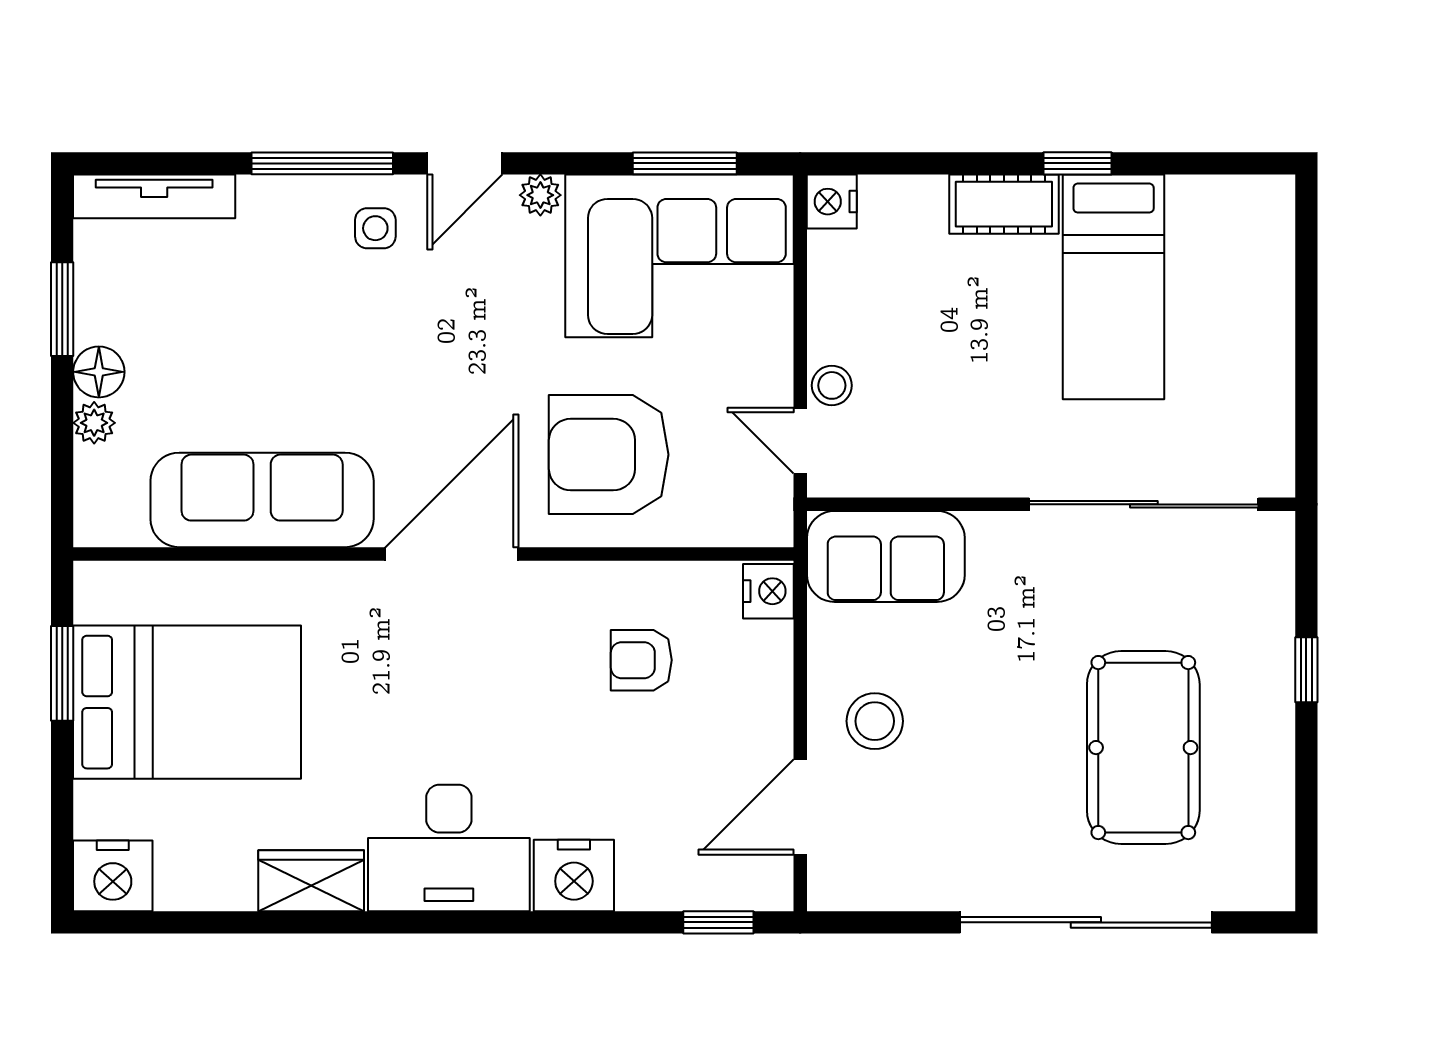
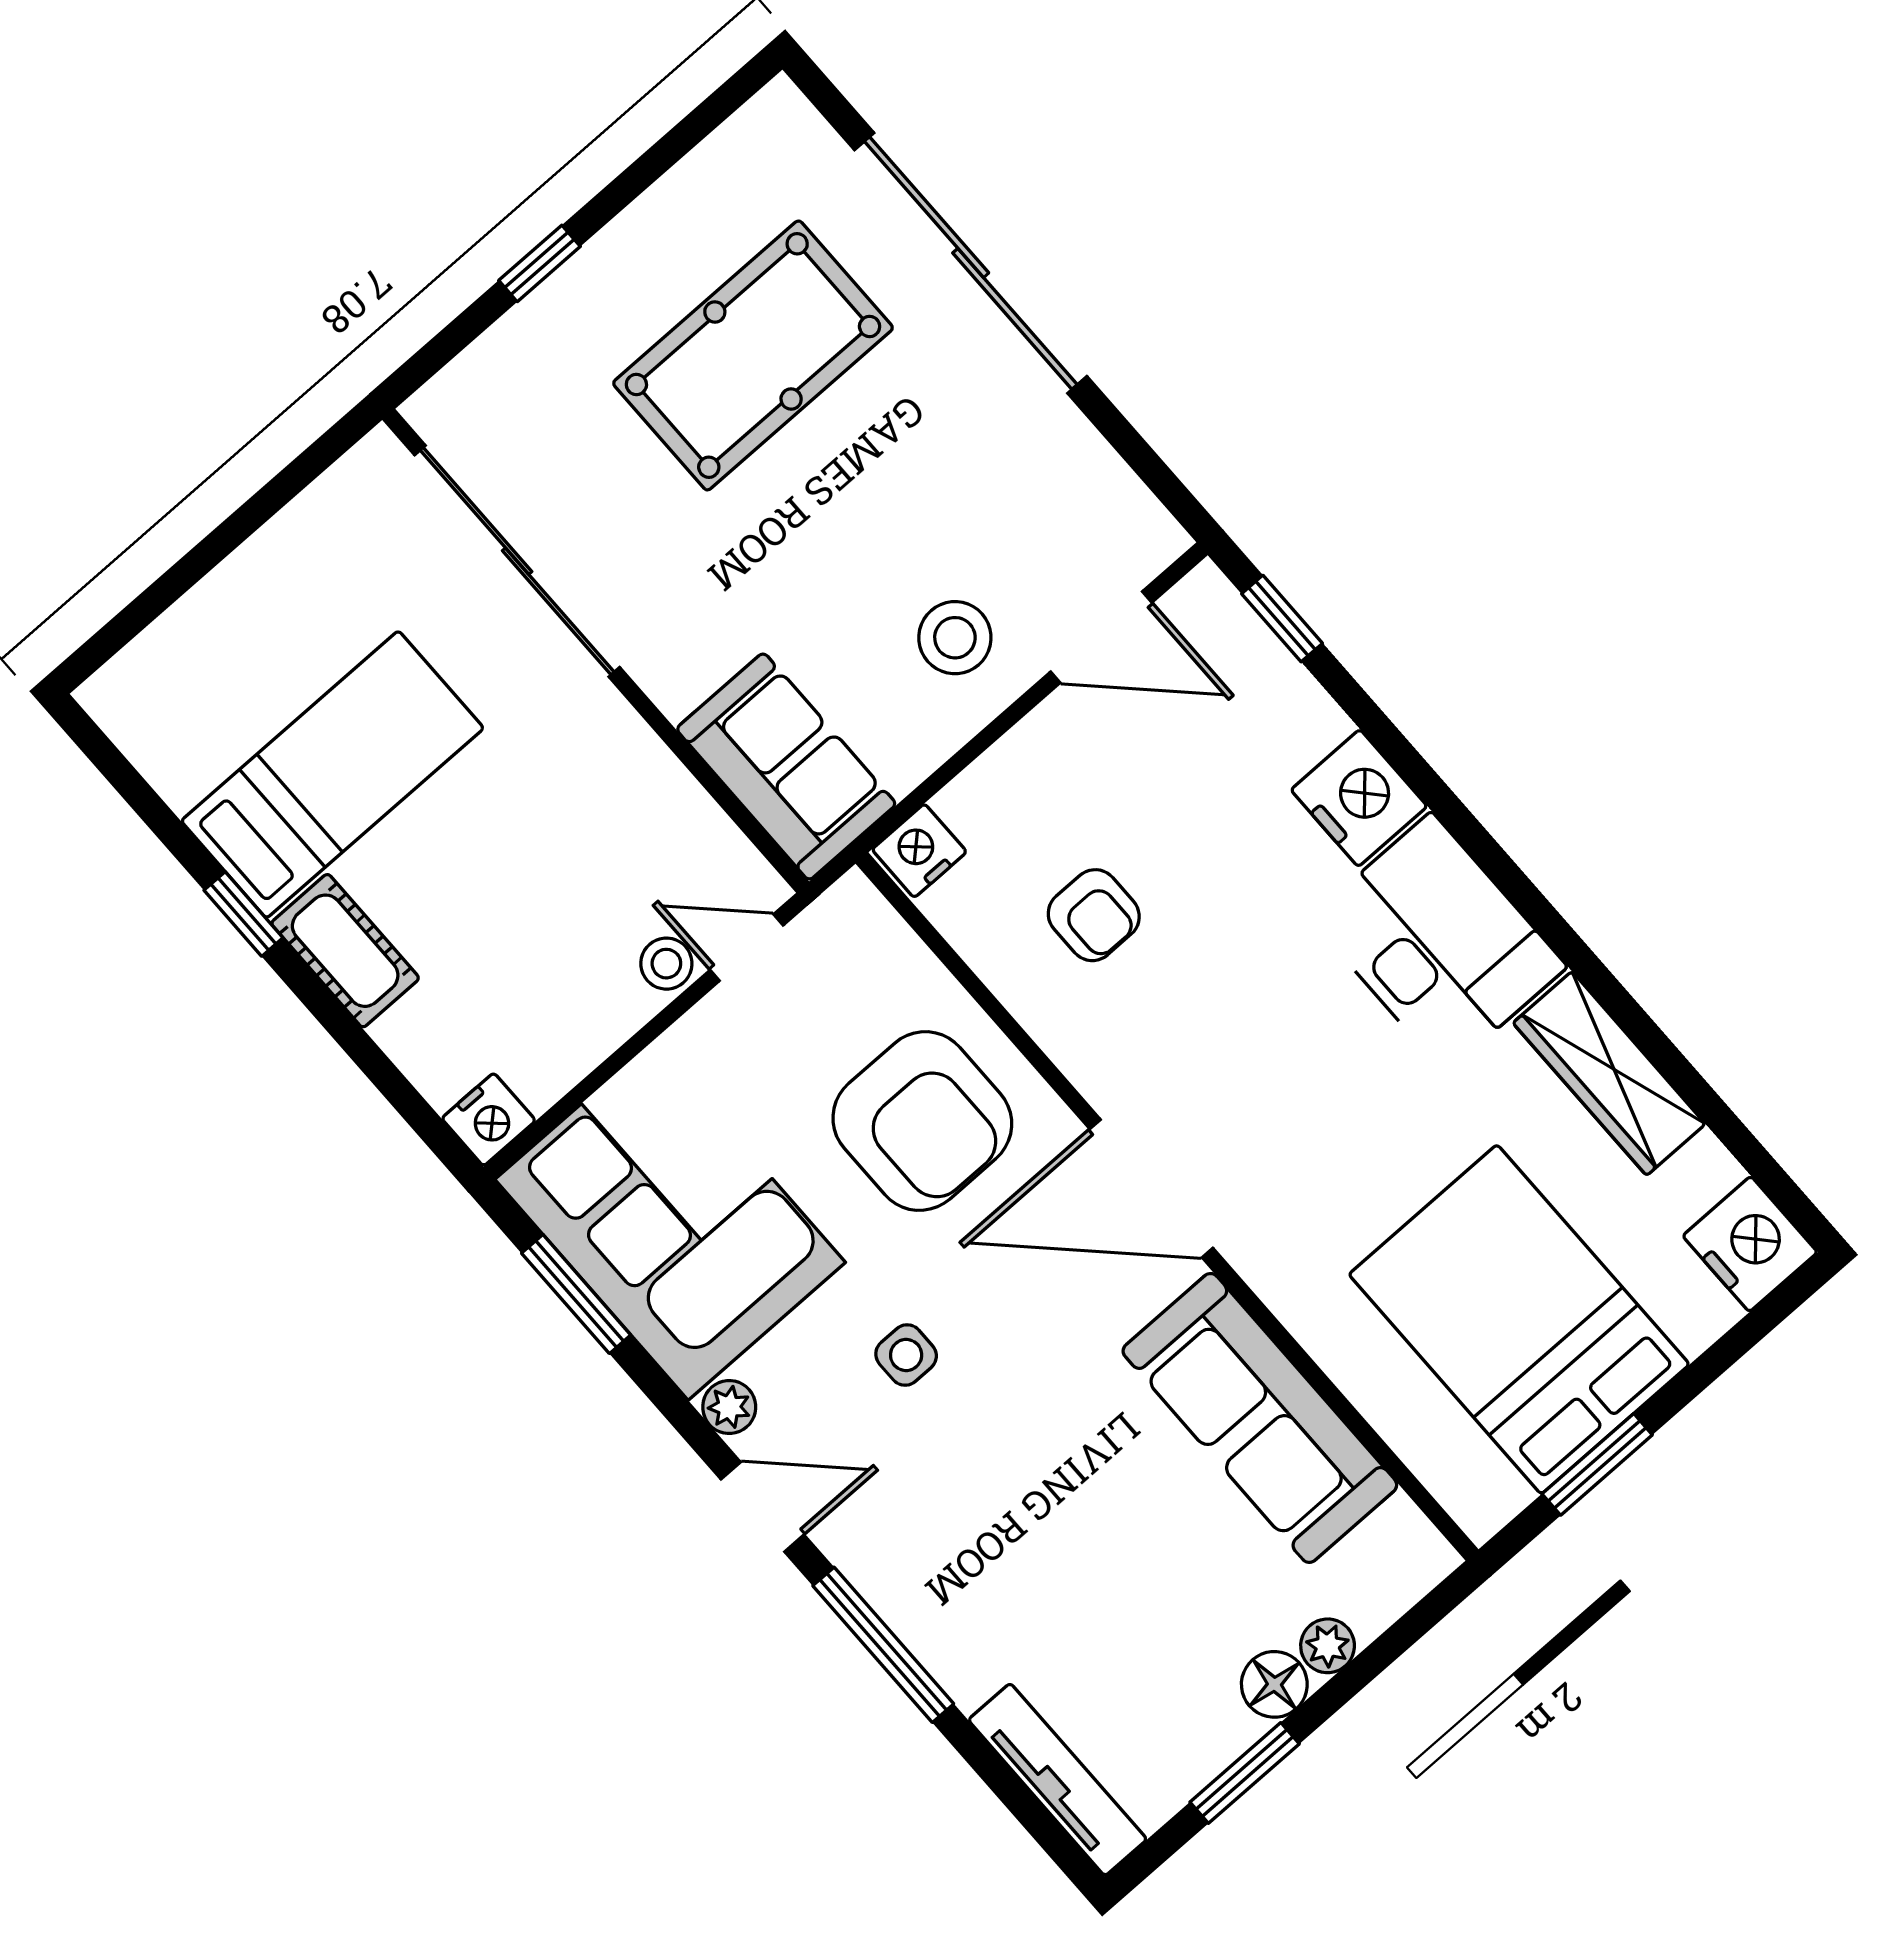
side table: (375, 228) -> (906, 1355), moved
door: (800, 441) -> (747, 948), swing flipped
wardrobe: (311, 881) -> (1609, 1073), width x1.50

